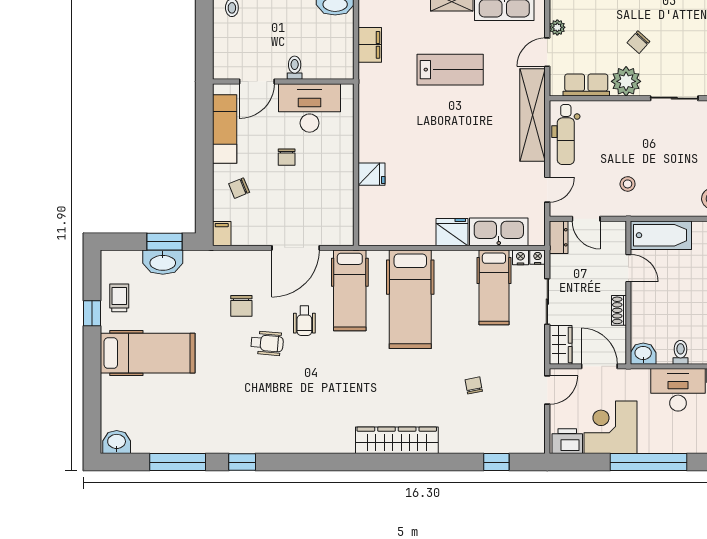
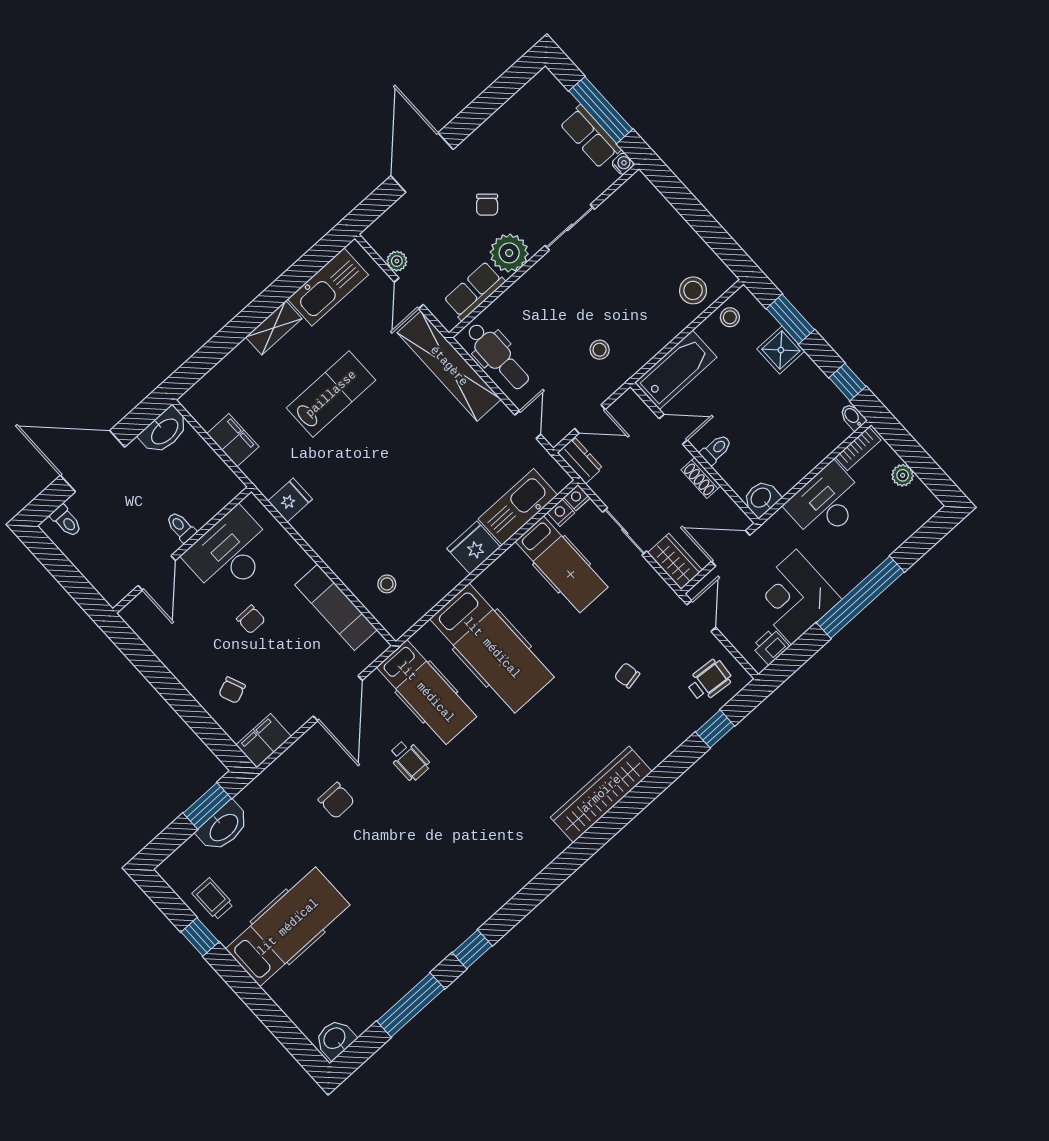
exam couch: (225, 129) -> (336, 607), moved, turned 180
fridge: (371, 174) -> (290, 500), moved
stool: (383, 208) -> (387, 584), added
filing cabinet: (222, 234) -> (264, 741), width x2.00
wheelchair: (267, 343) -> (709, 680), moved
toilet: (681, 352) -> (716, 449), moved, turned 90
printer: (567, 441) -> (771, 646), width x0.73, depth x0.81

